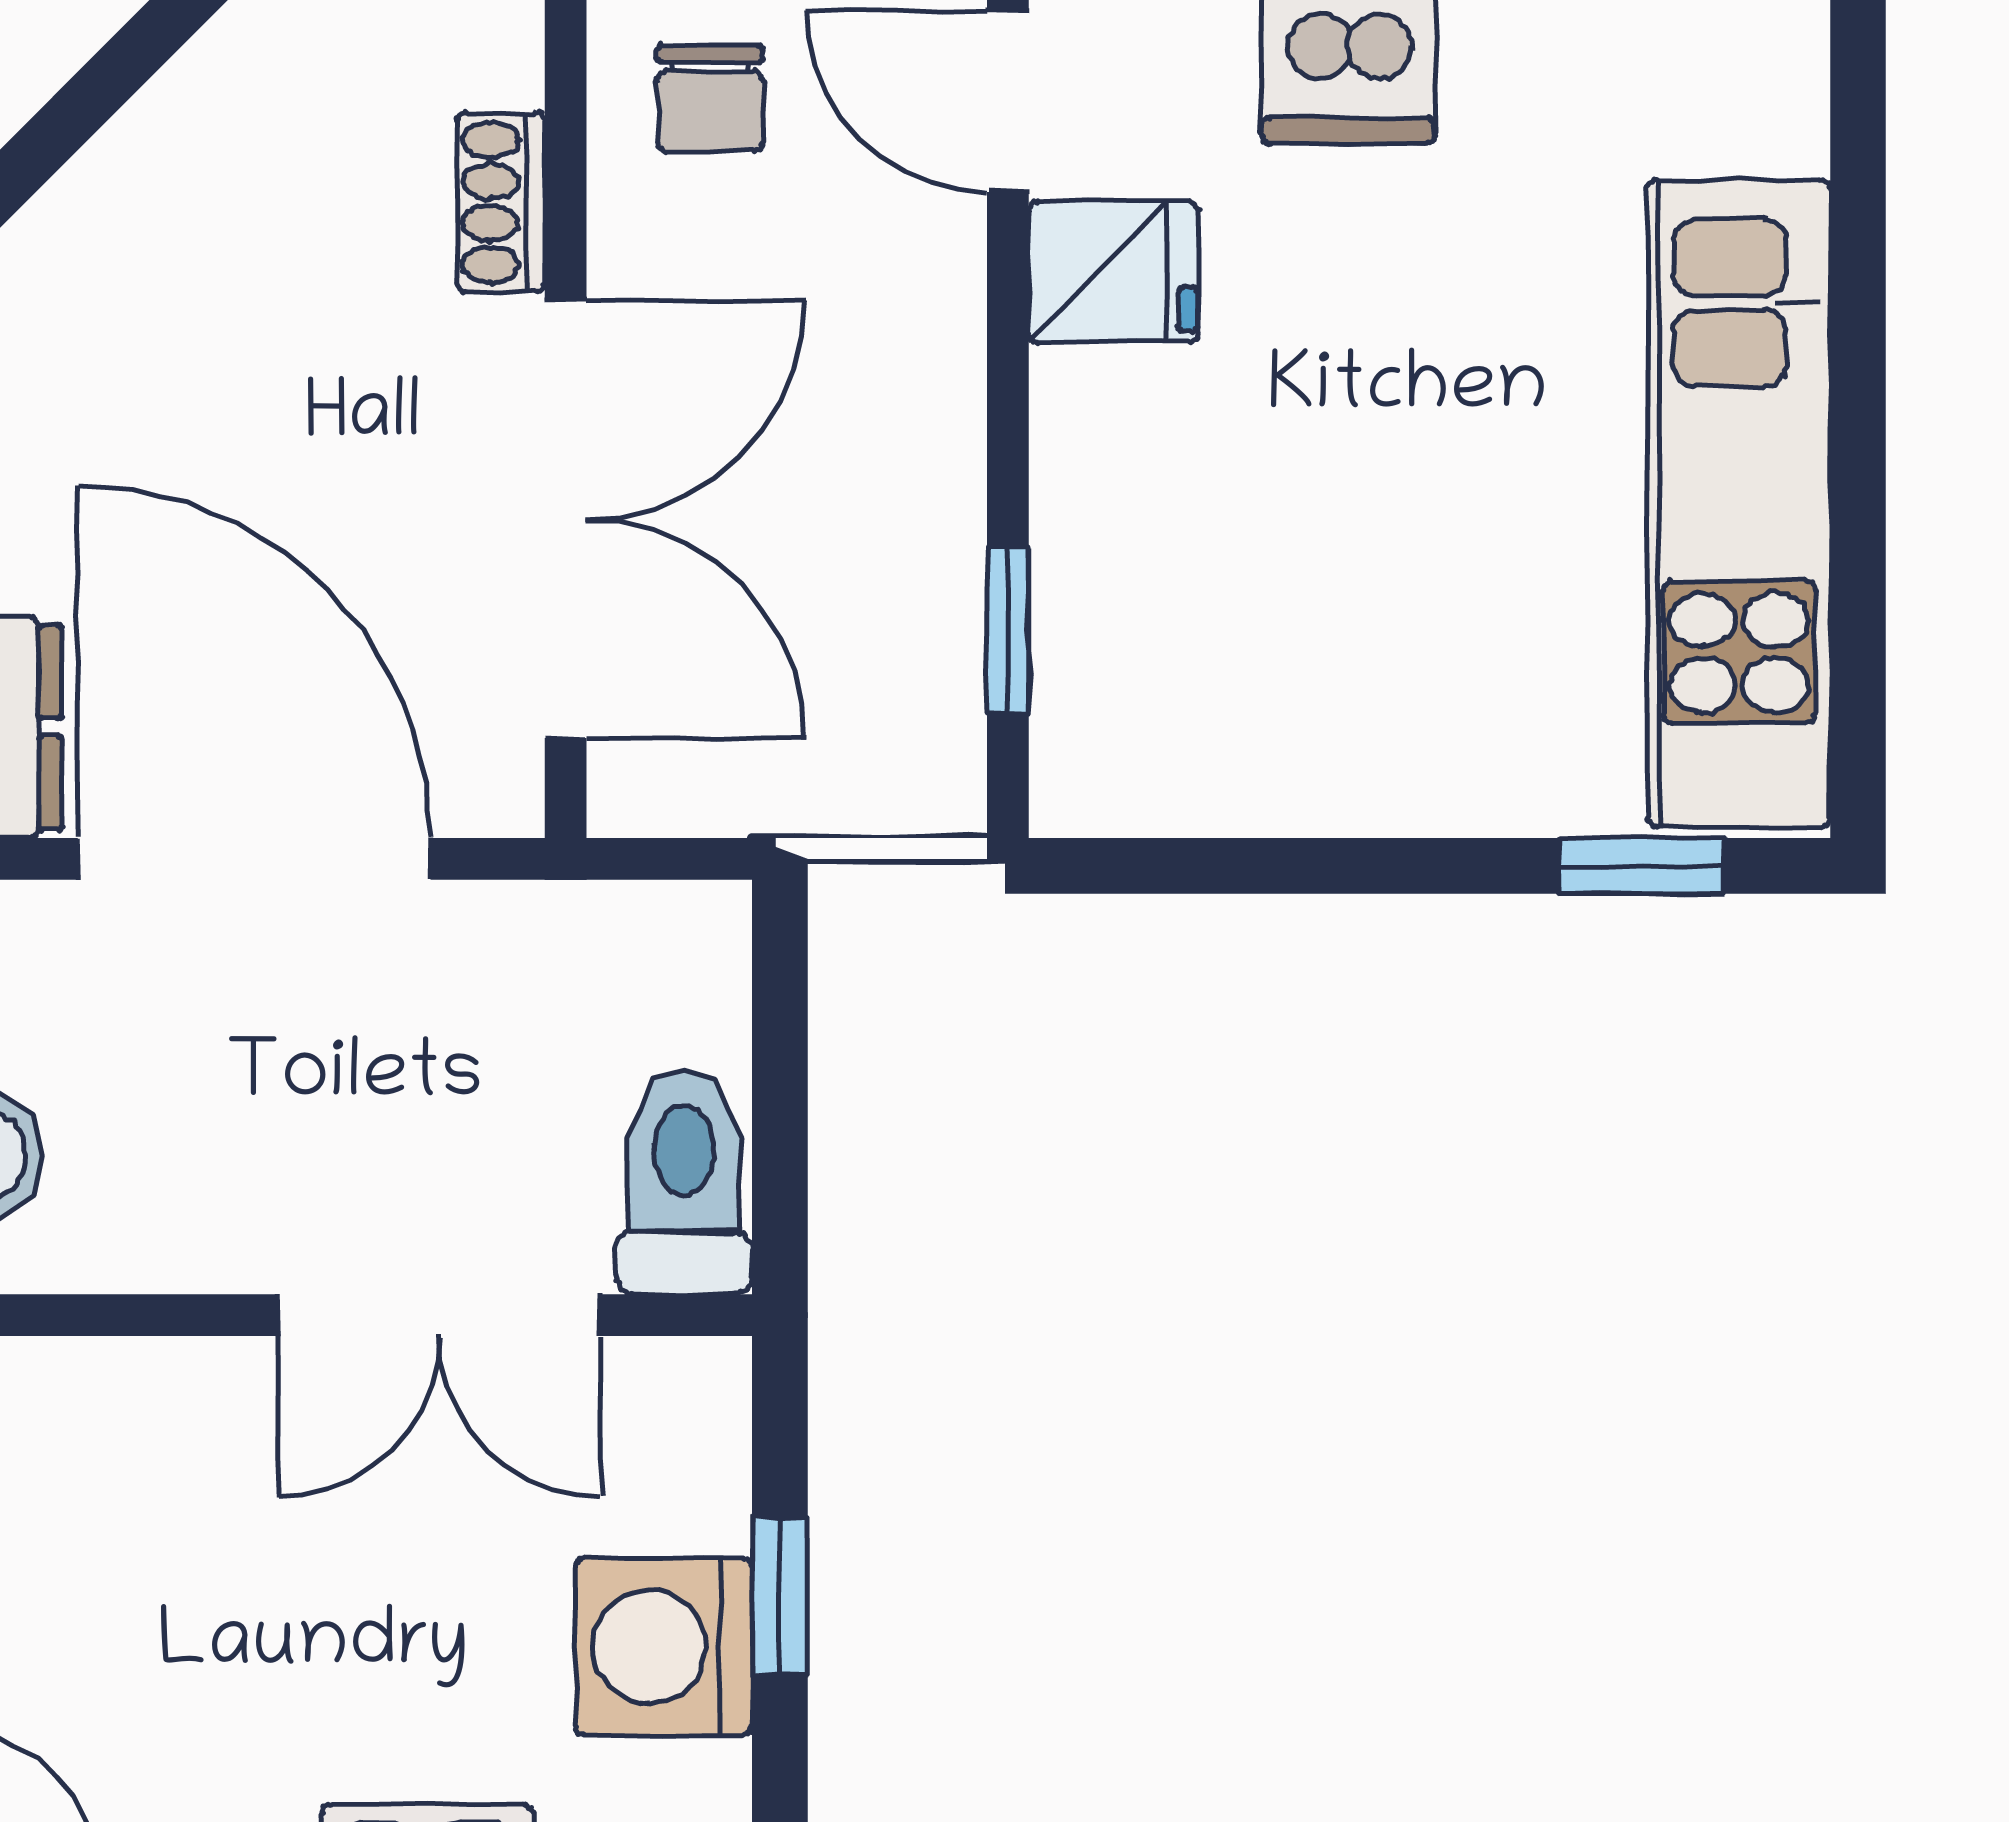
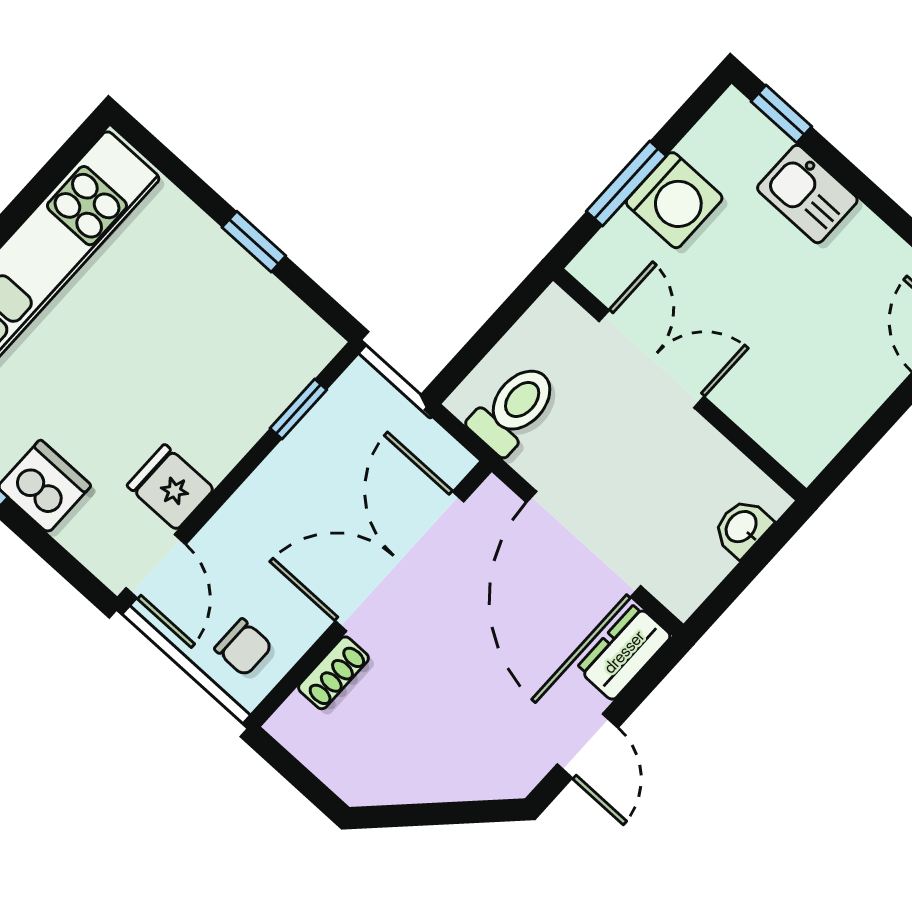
chair: (710, 98) -> (243, 647), turned 90
window: (1642, 866) -> (254, 242), moved
toilet: (684, 1182) -> (514, 409), moved, turned 180
window: (780, 1597) -> (626, 184), width x1.50

